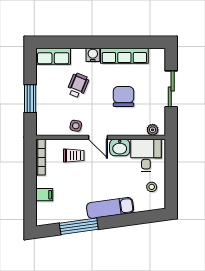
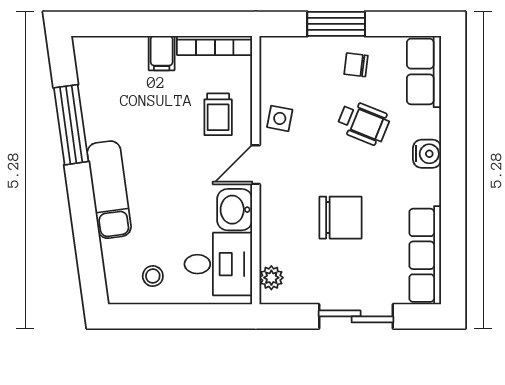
row of seats: (124, 56) -> (425, 255), moved
chair: (50, 89) -> (356, 65), added
filing cabinet: (44, 195) -> (162, 53), moved

